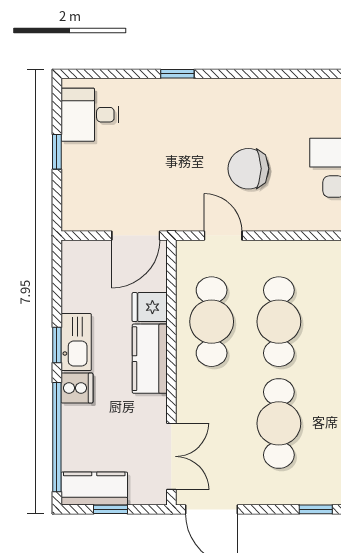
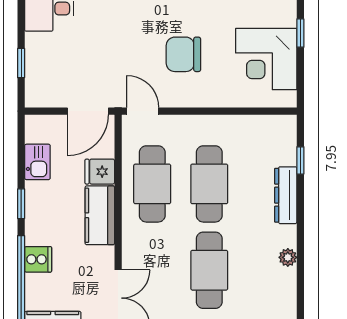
window: (57, 152) -> (21, 63), moved
door: (223, 236) -> (143, 111), moved
kitchen sink: (76, 342) -> (37, 162), moved, width x0.73
cooker: (77, 388) -> (38, 259), moved

